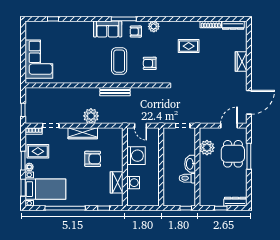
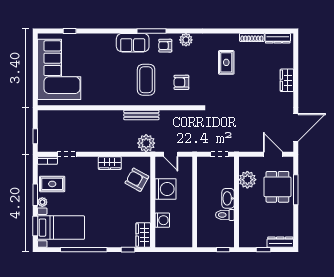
rug: (189, 46) -> (226, 62), turned 90
corner sofa: (39, 59) -> (59, 69), width x1.36, depth x1.36
plant: (91, 116) -> (146, 143), moved
door: (229, 126) -> (273, 154), hinge flipped
wardrobe: (83, 133) -> (110, 163), width x0.67
armchair: (93, 159) -> (137, 180), moved, turned -151
wardrobe: (117, 182) -> (143, 235), moved

